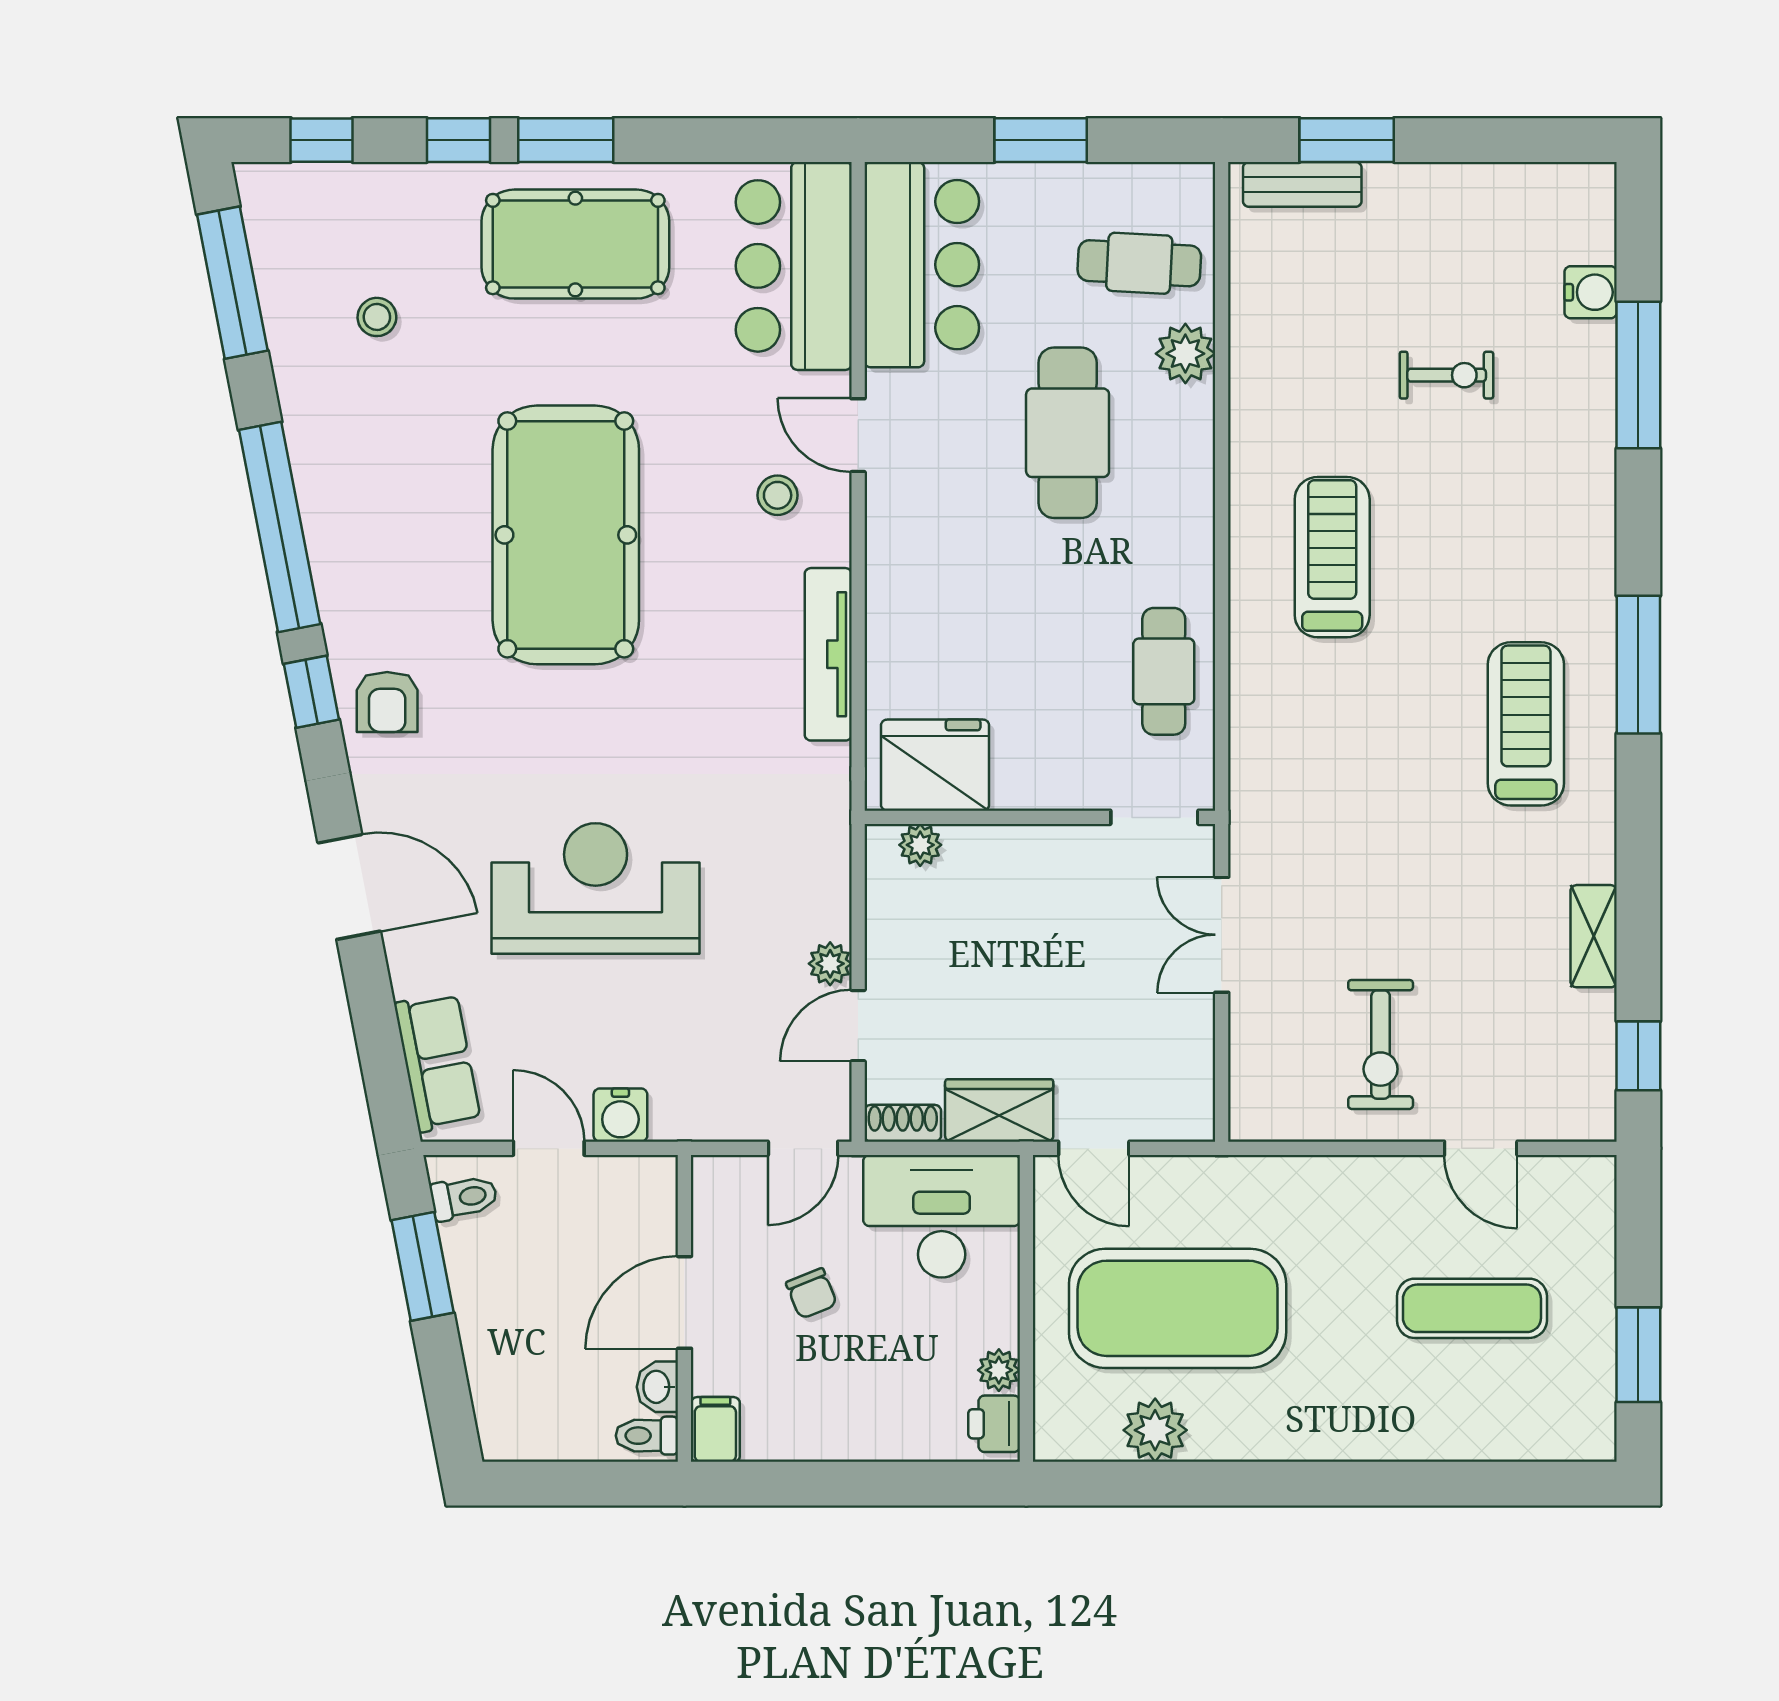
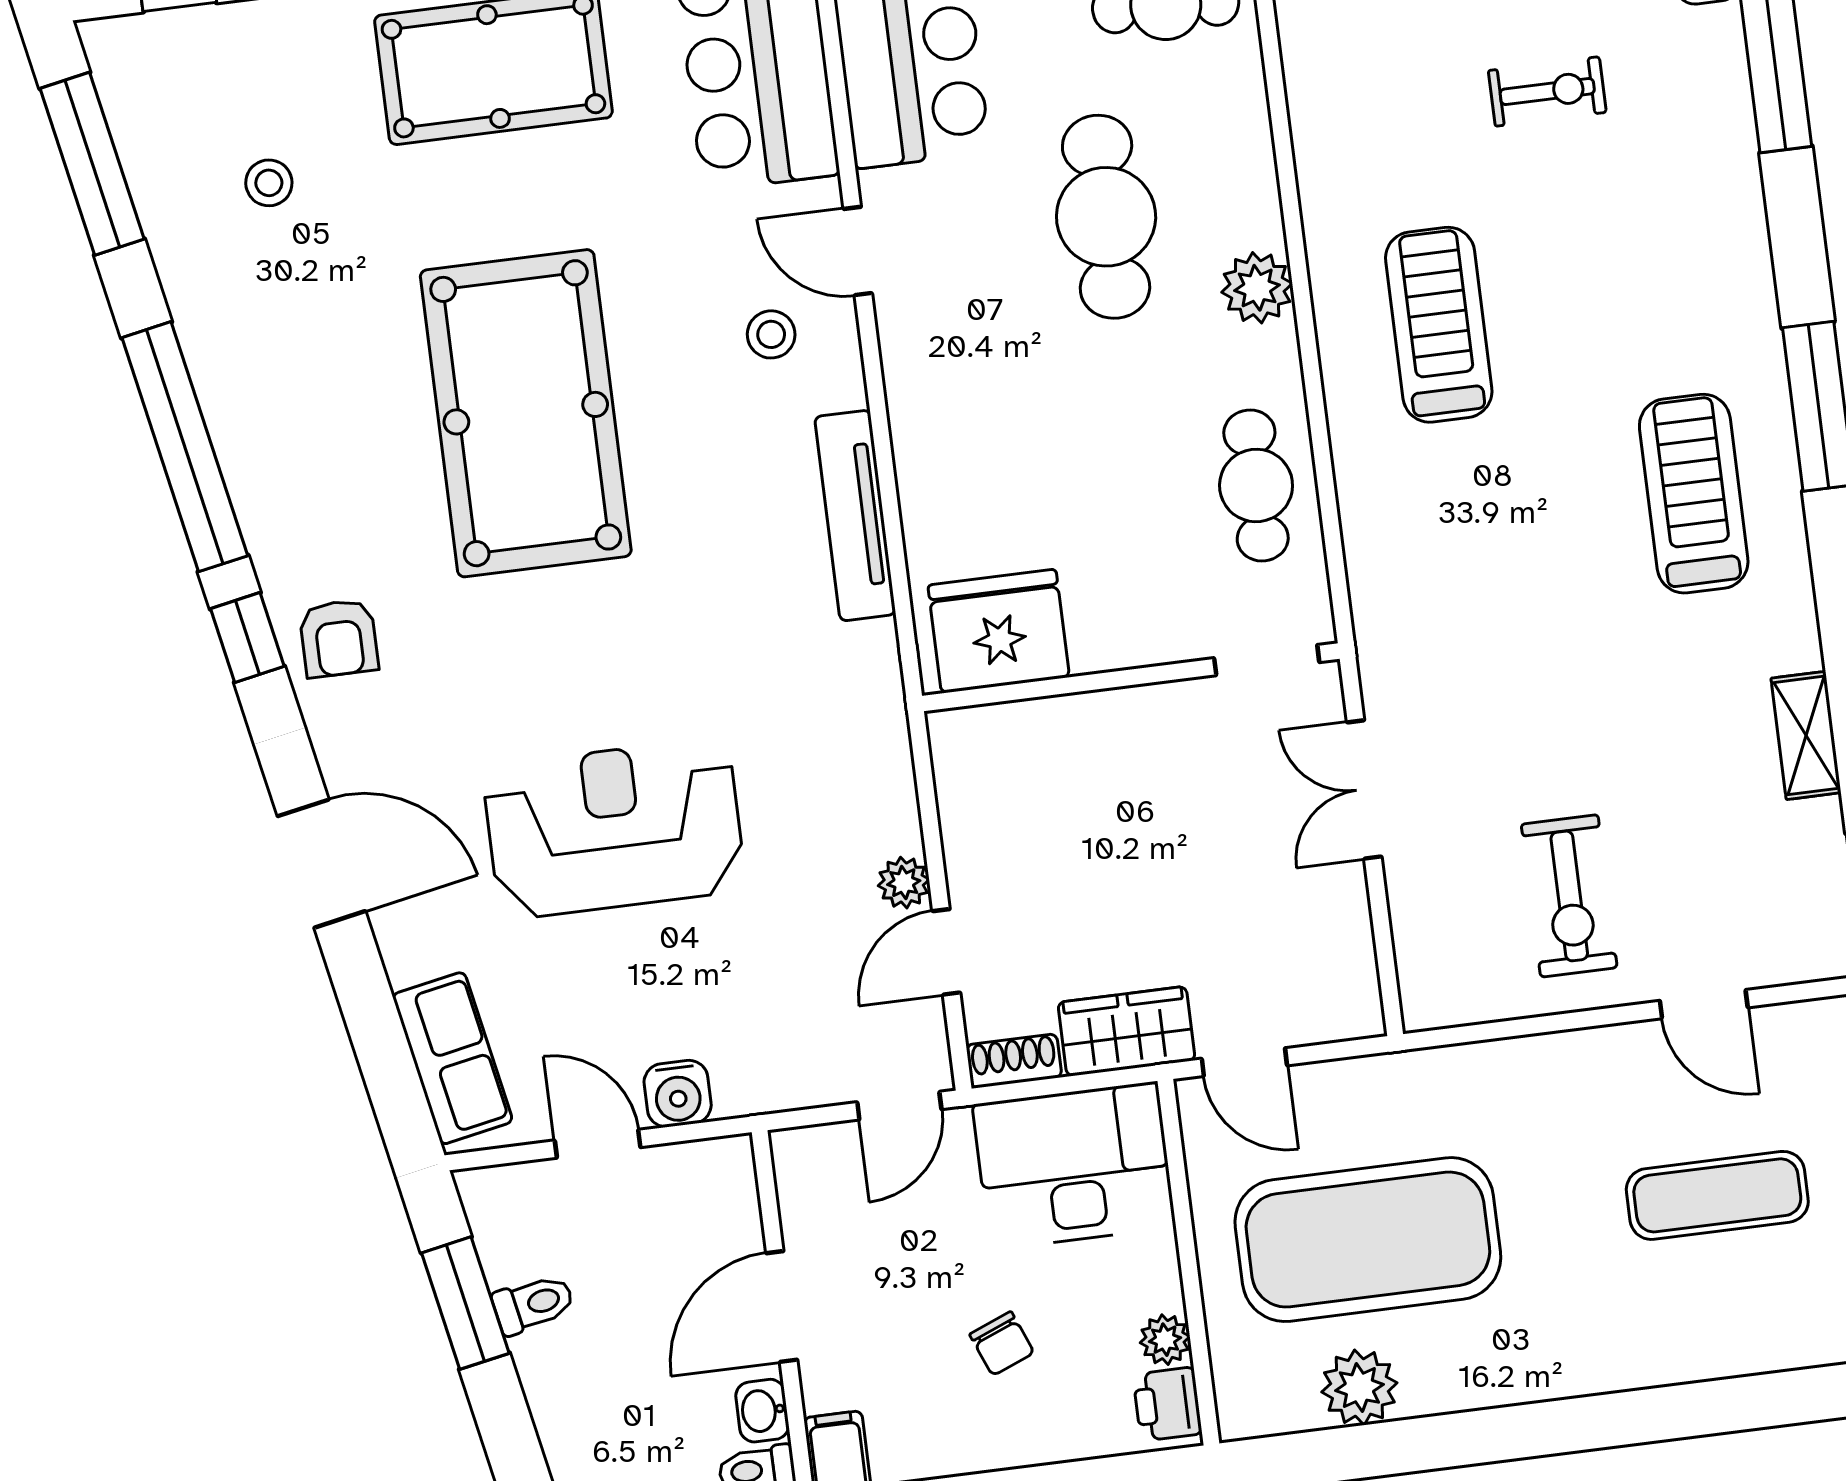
plant: (1185, 354) -> (1257, 288), moved
plant: (920, 845) -> (993, 728), removed
toilet: (464, 1198) -> (533, 1304), moved
chair: (811, 1293) -> (1002, 1344), moved

